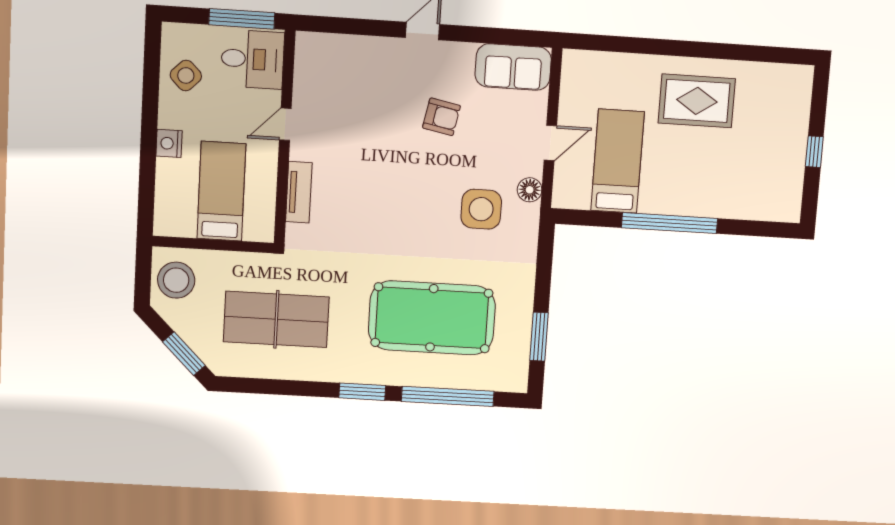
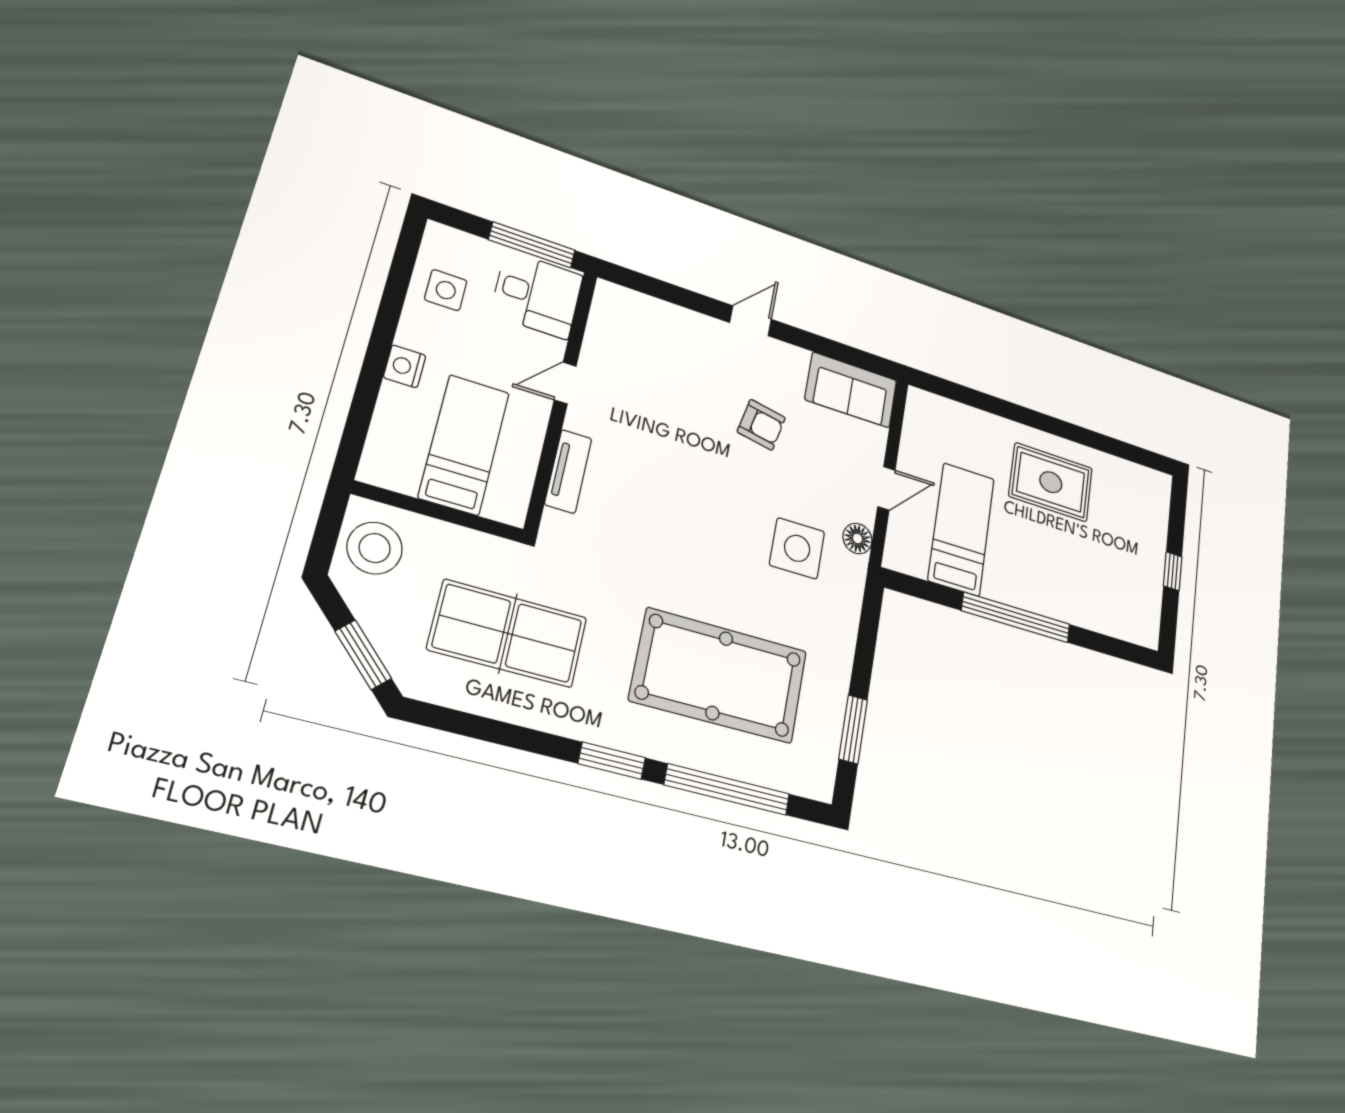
side table: (186, 75) -> (446, 290), turned 45

